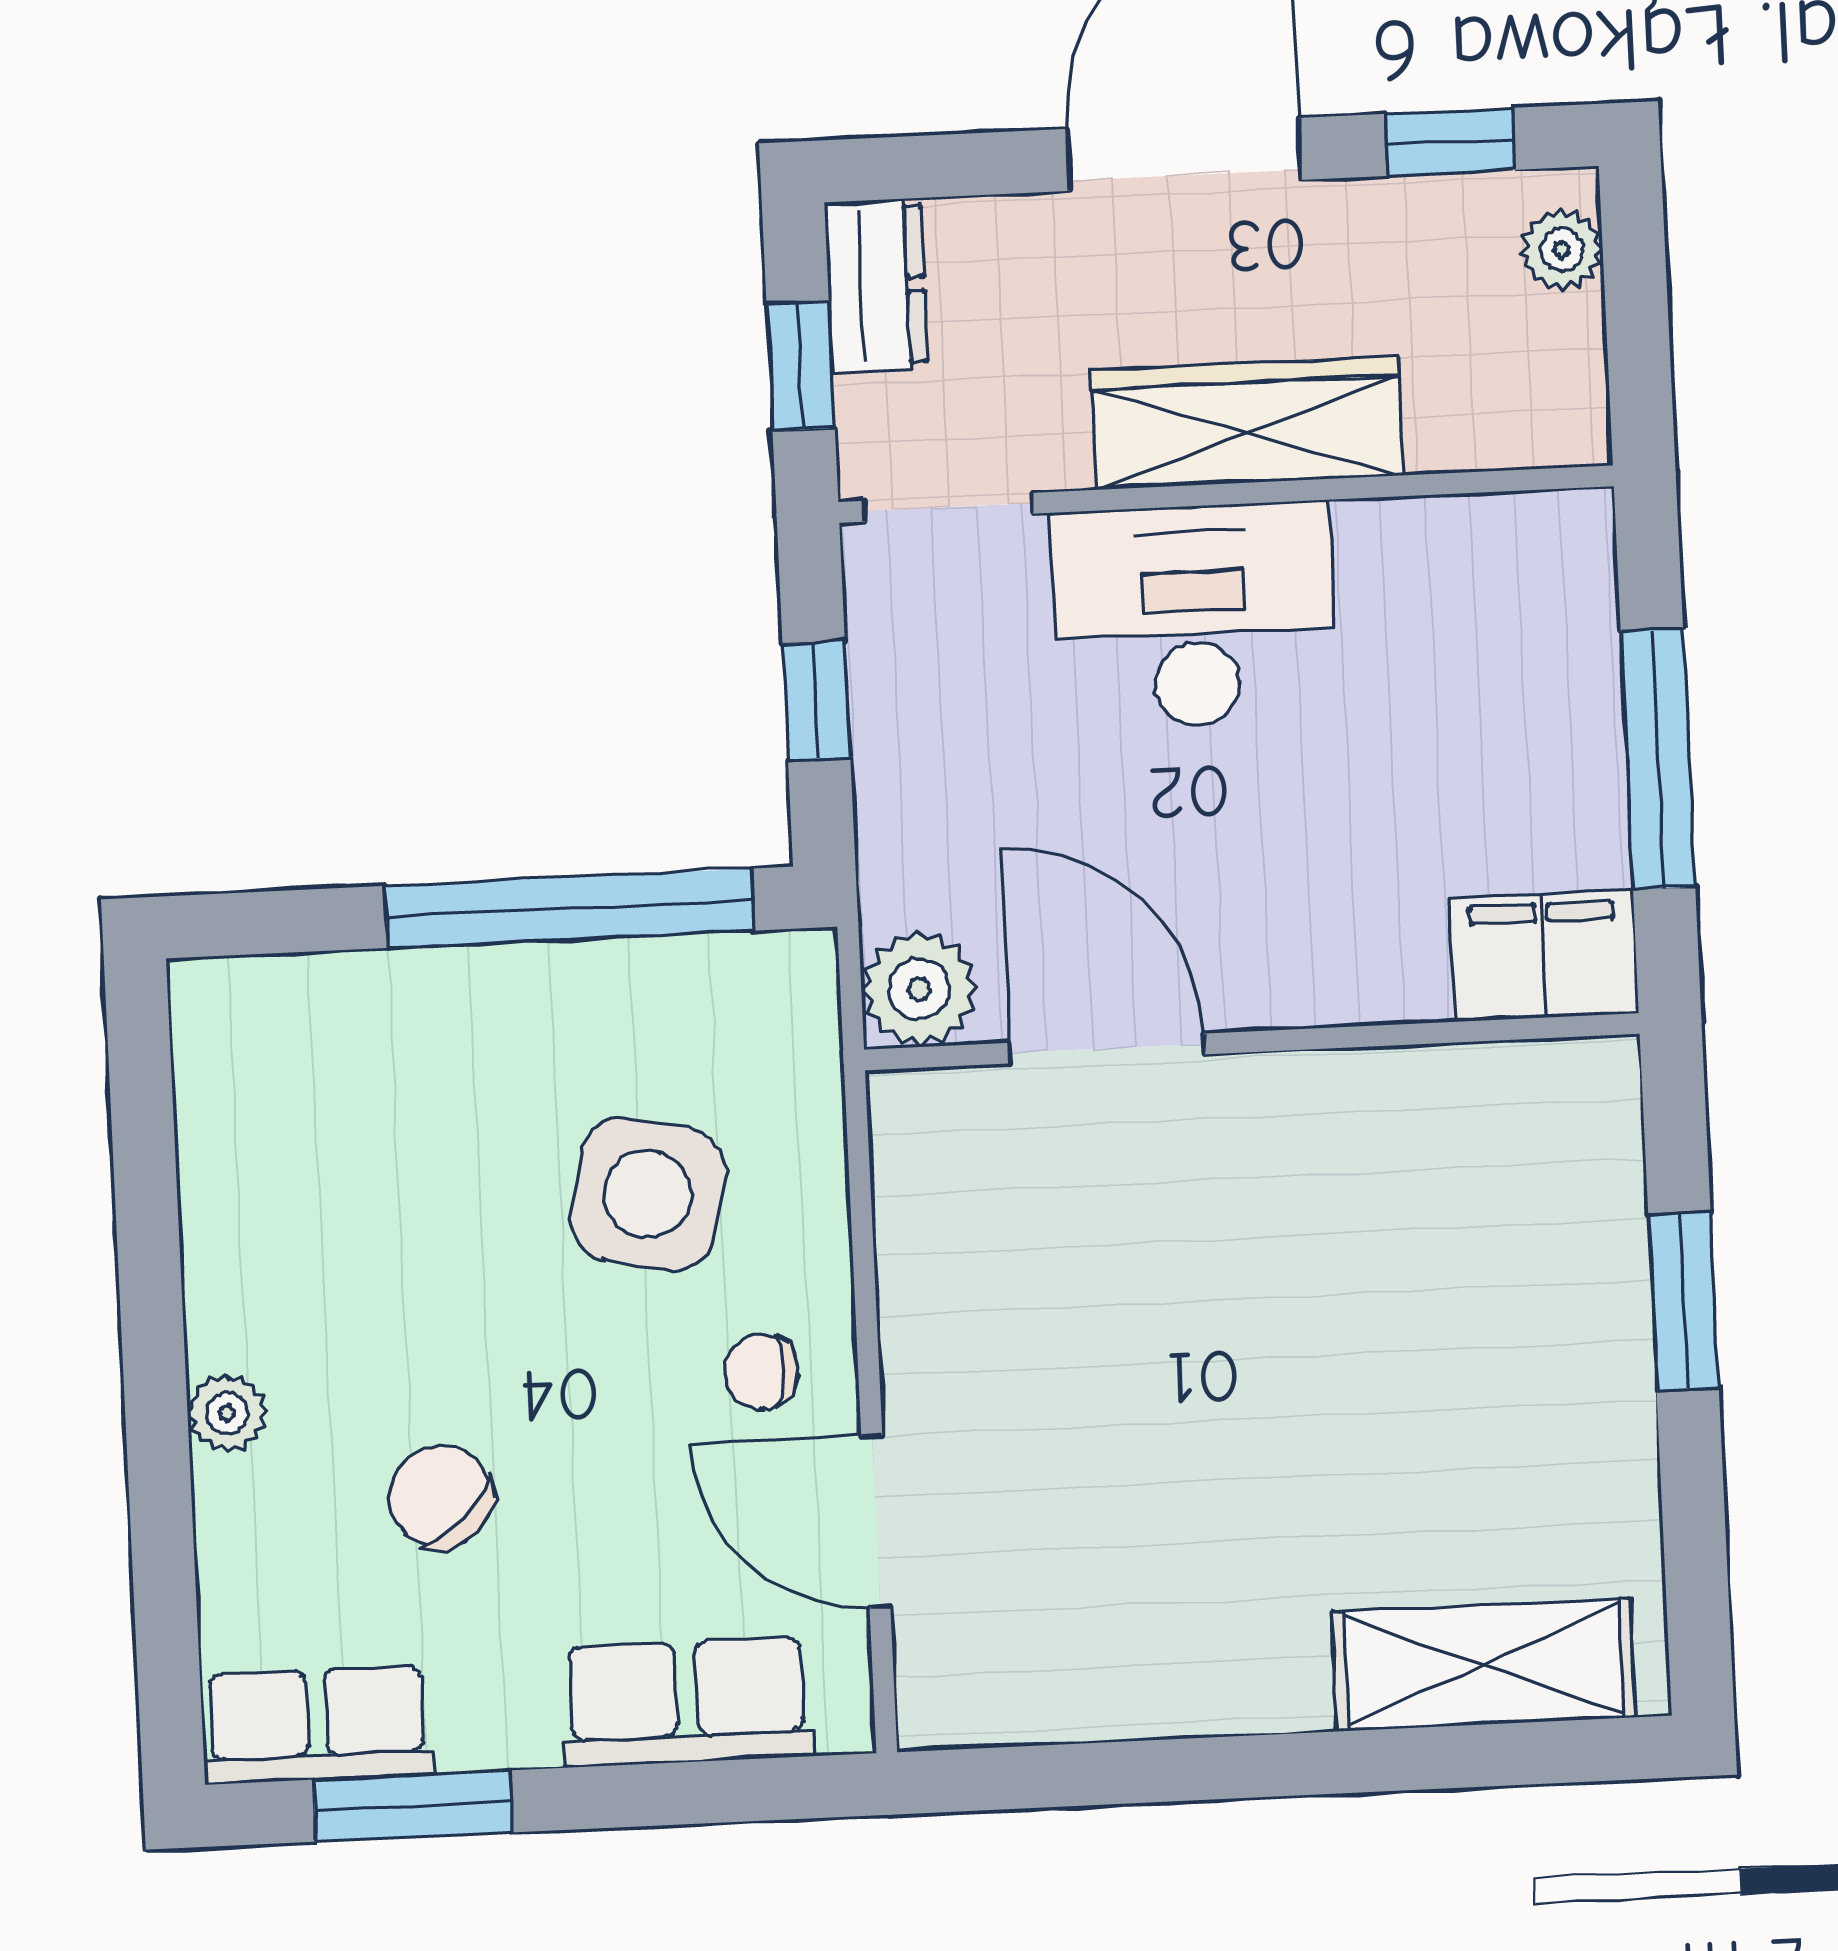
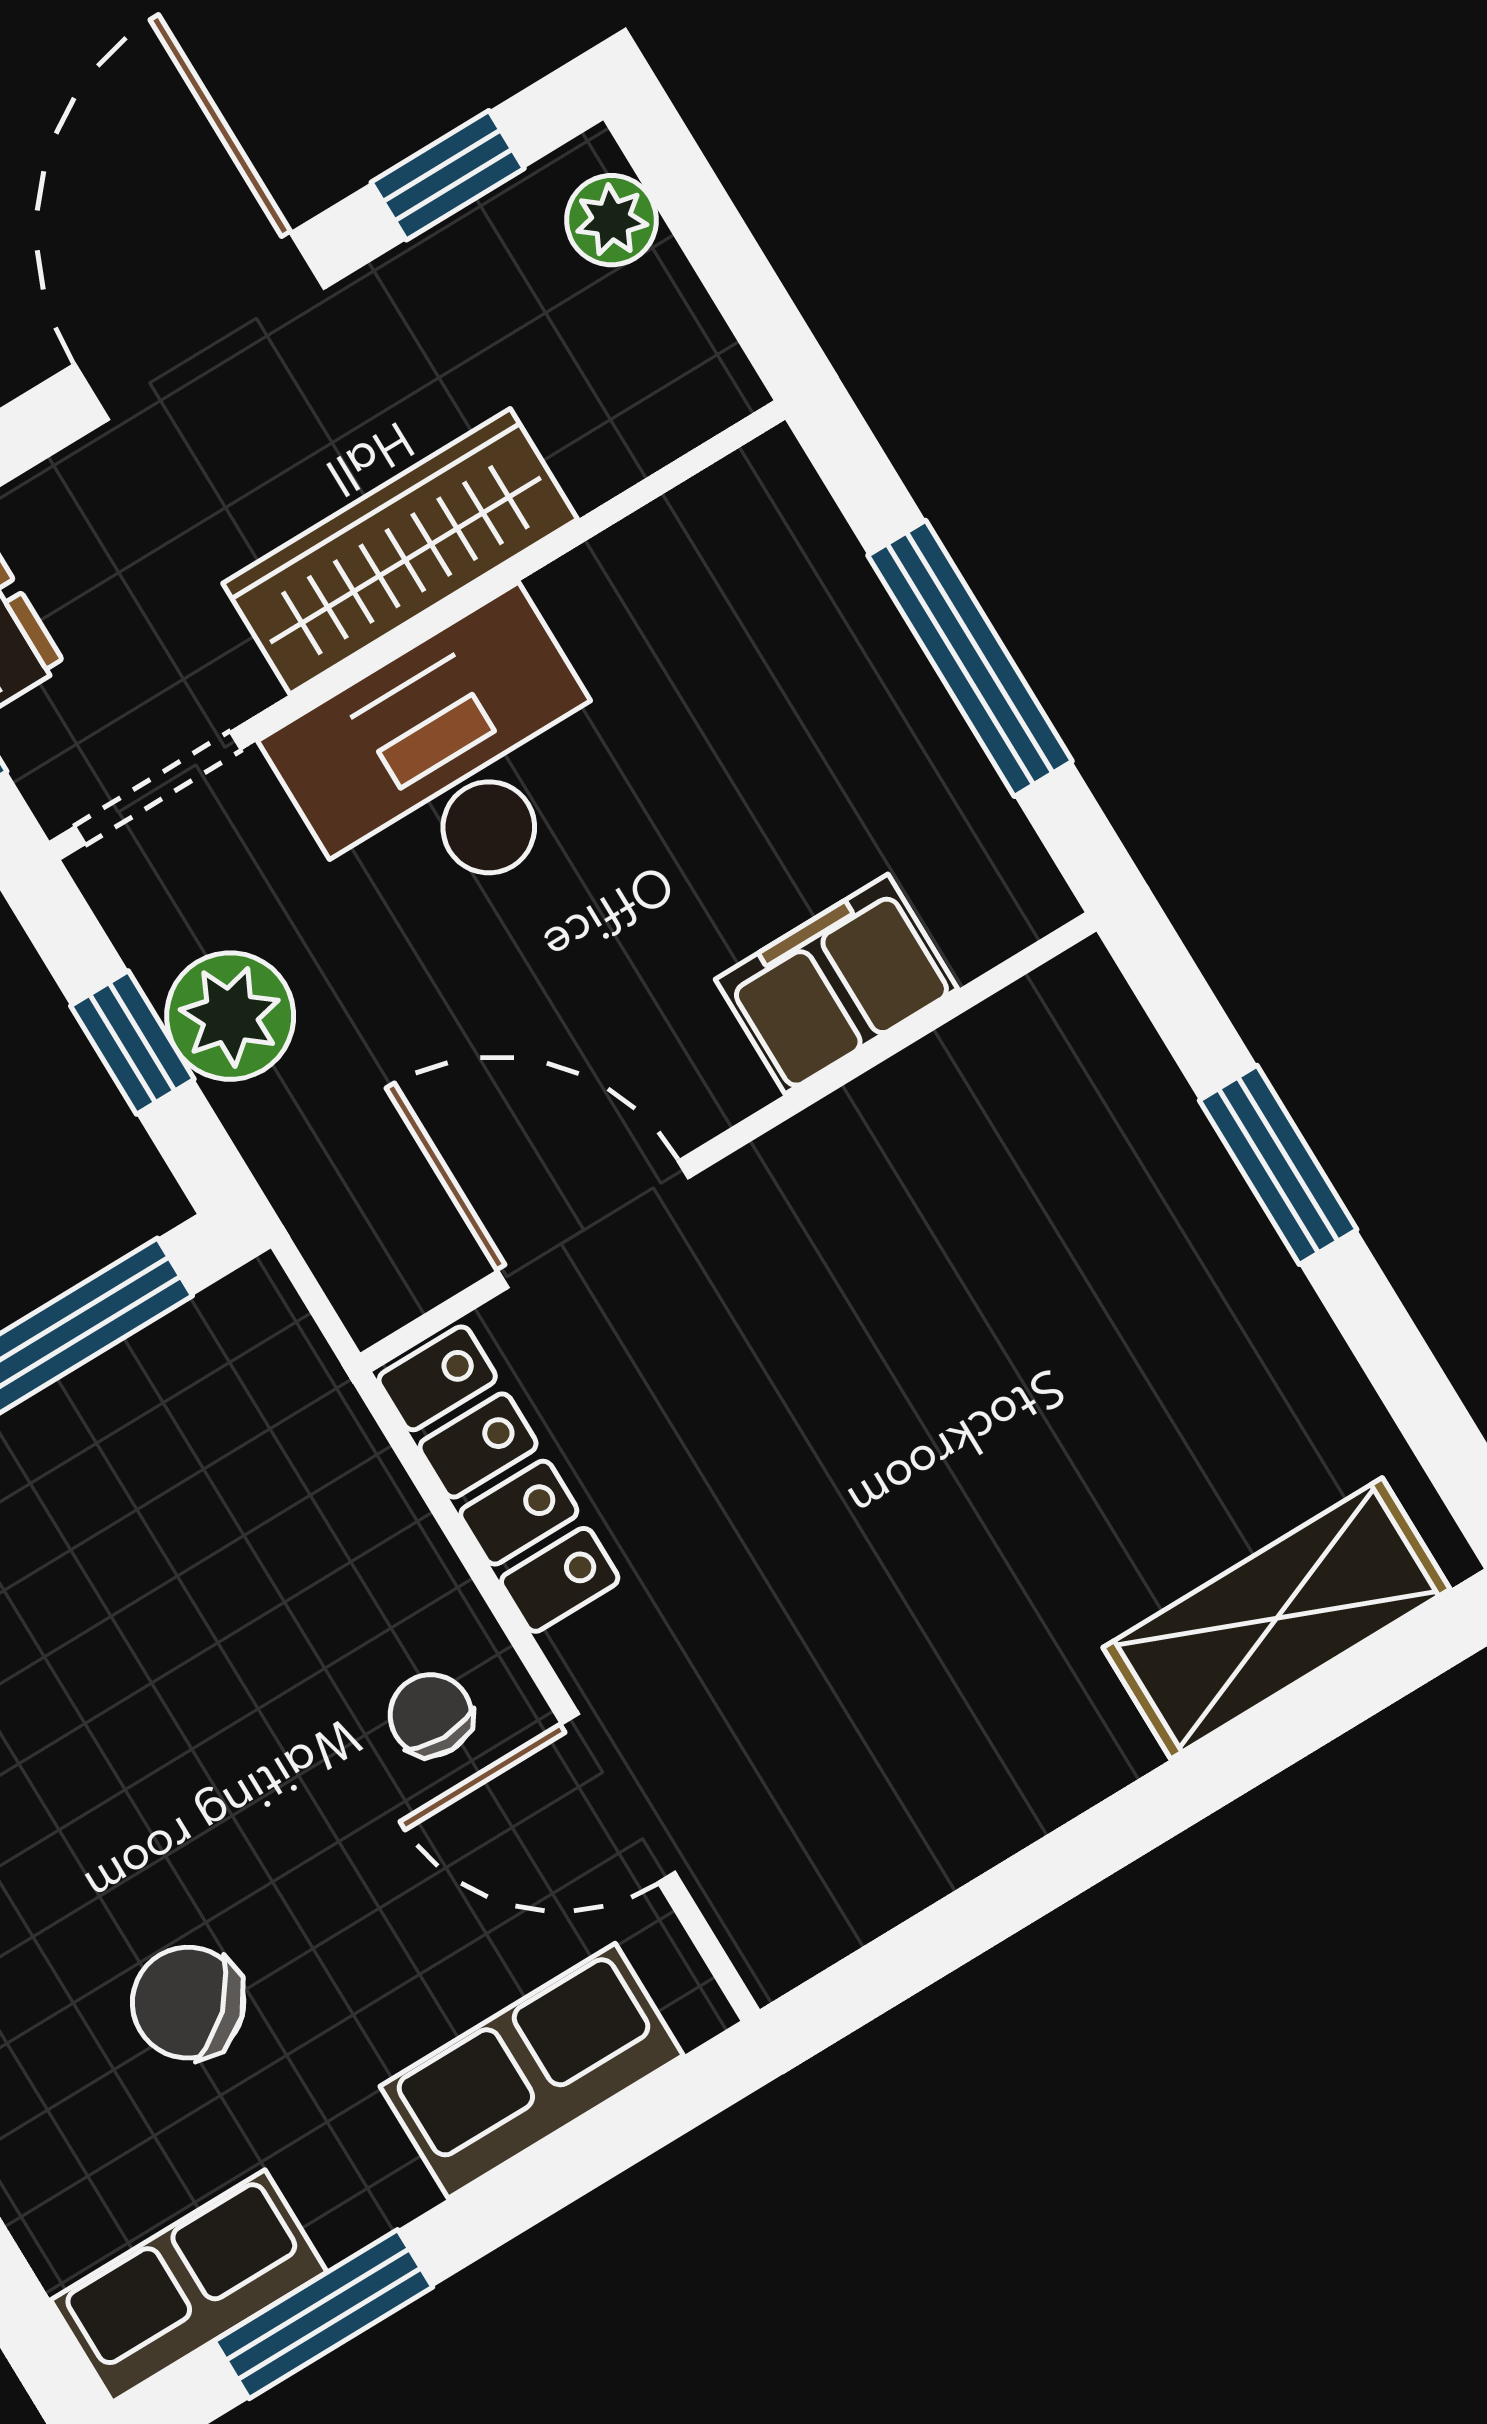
filing cabinet: (1543, 956) -> (837, 984), moved
plant: (919, 989) -> (230, 1016), moved
side table: (648, 1194) -> (229, 1604), removed
locker: (919, 1212) -> (498, 1479), added
chair: (762, 1372) -> (431, 1715), turned 90

